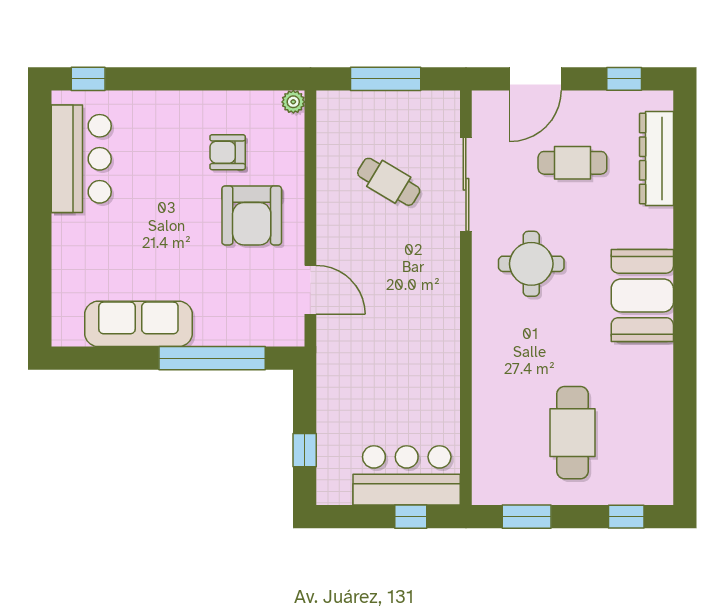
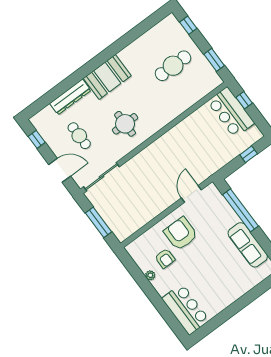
window: (88, 79) -> (176, 326), removed
plant: (293, 102) -> (150, 275), moved
bar counter: (81, 159) -> (186, 309), moved, turned 90
dresser: (656, 159) -> (70, 97), moved
cafe table: (389, 182) -> (133, 195), removed
sliding door: (466, 184) -> (101, 177), moved
armchair: (252, 215) -> (181, 234), turned -90

